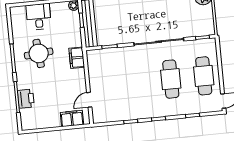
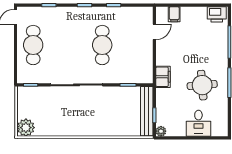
cafe table: (171, 79) -> (102, 45), moved
printer: (26, 99) -> (217, 14), moved, turned -90
filing cabinet: (72, 119) -> (174, 14), width x0.50

